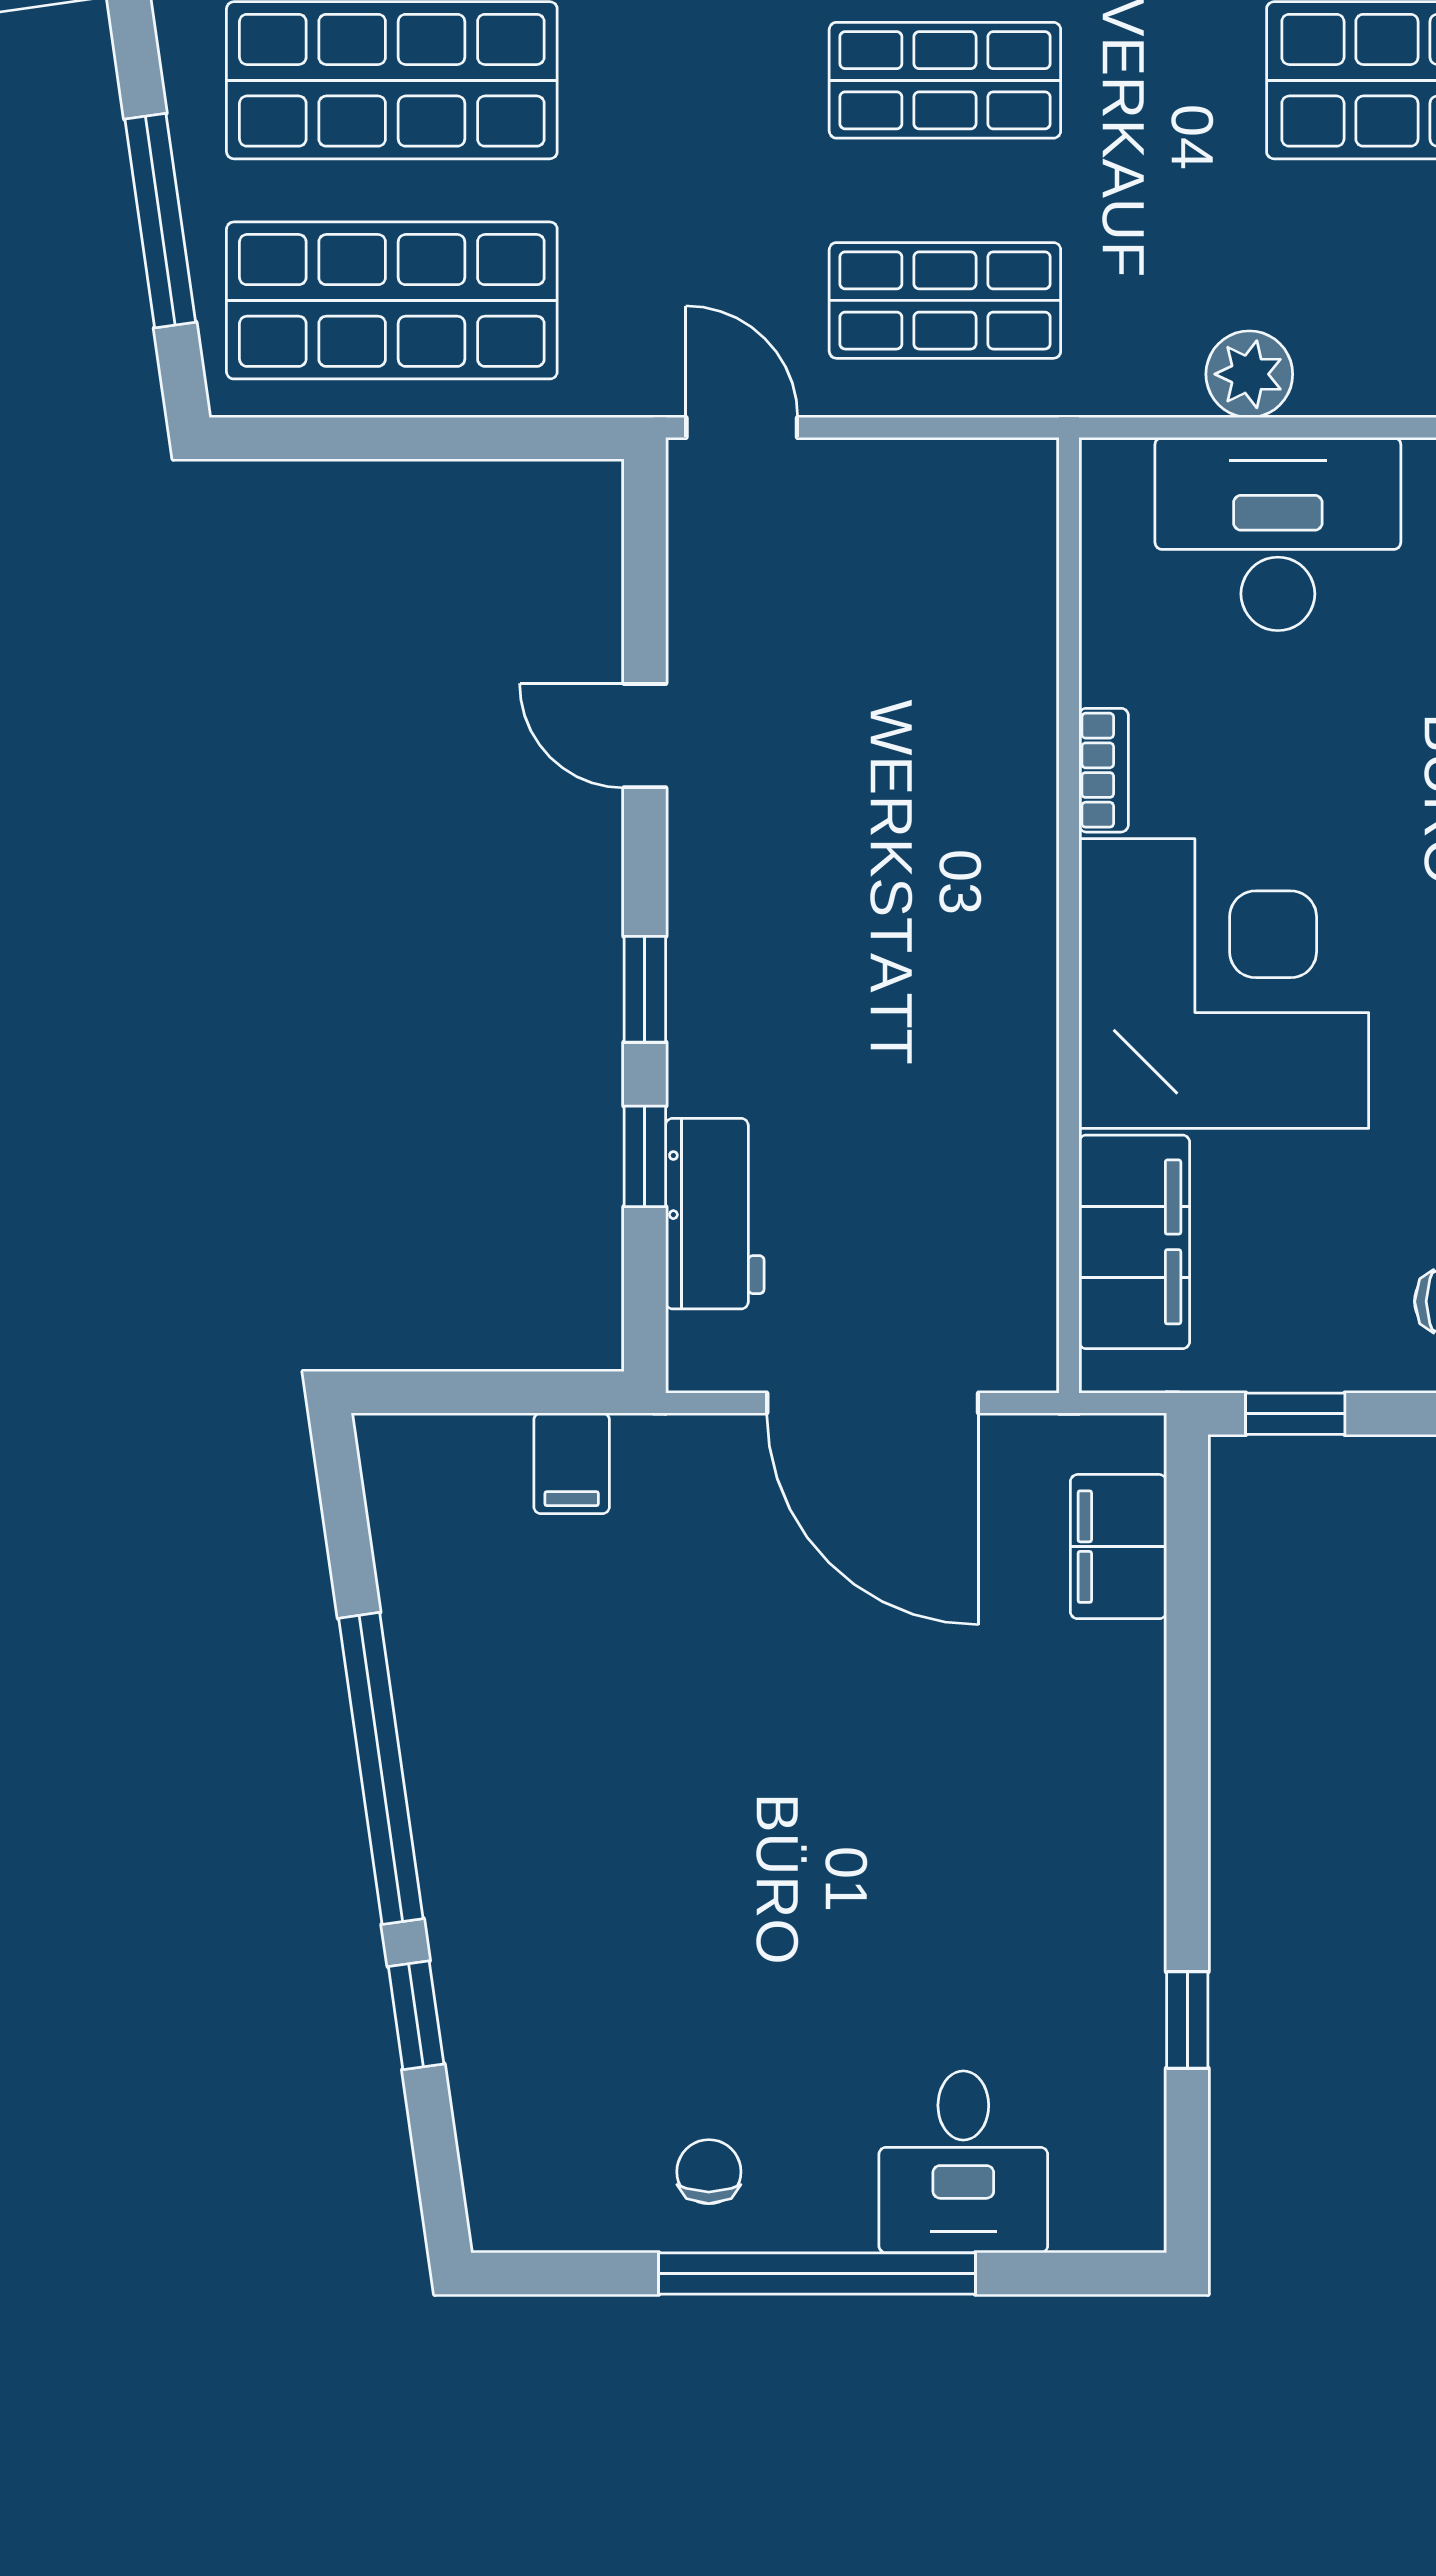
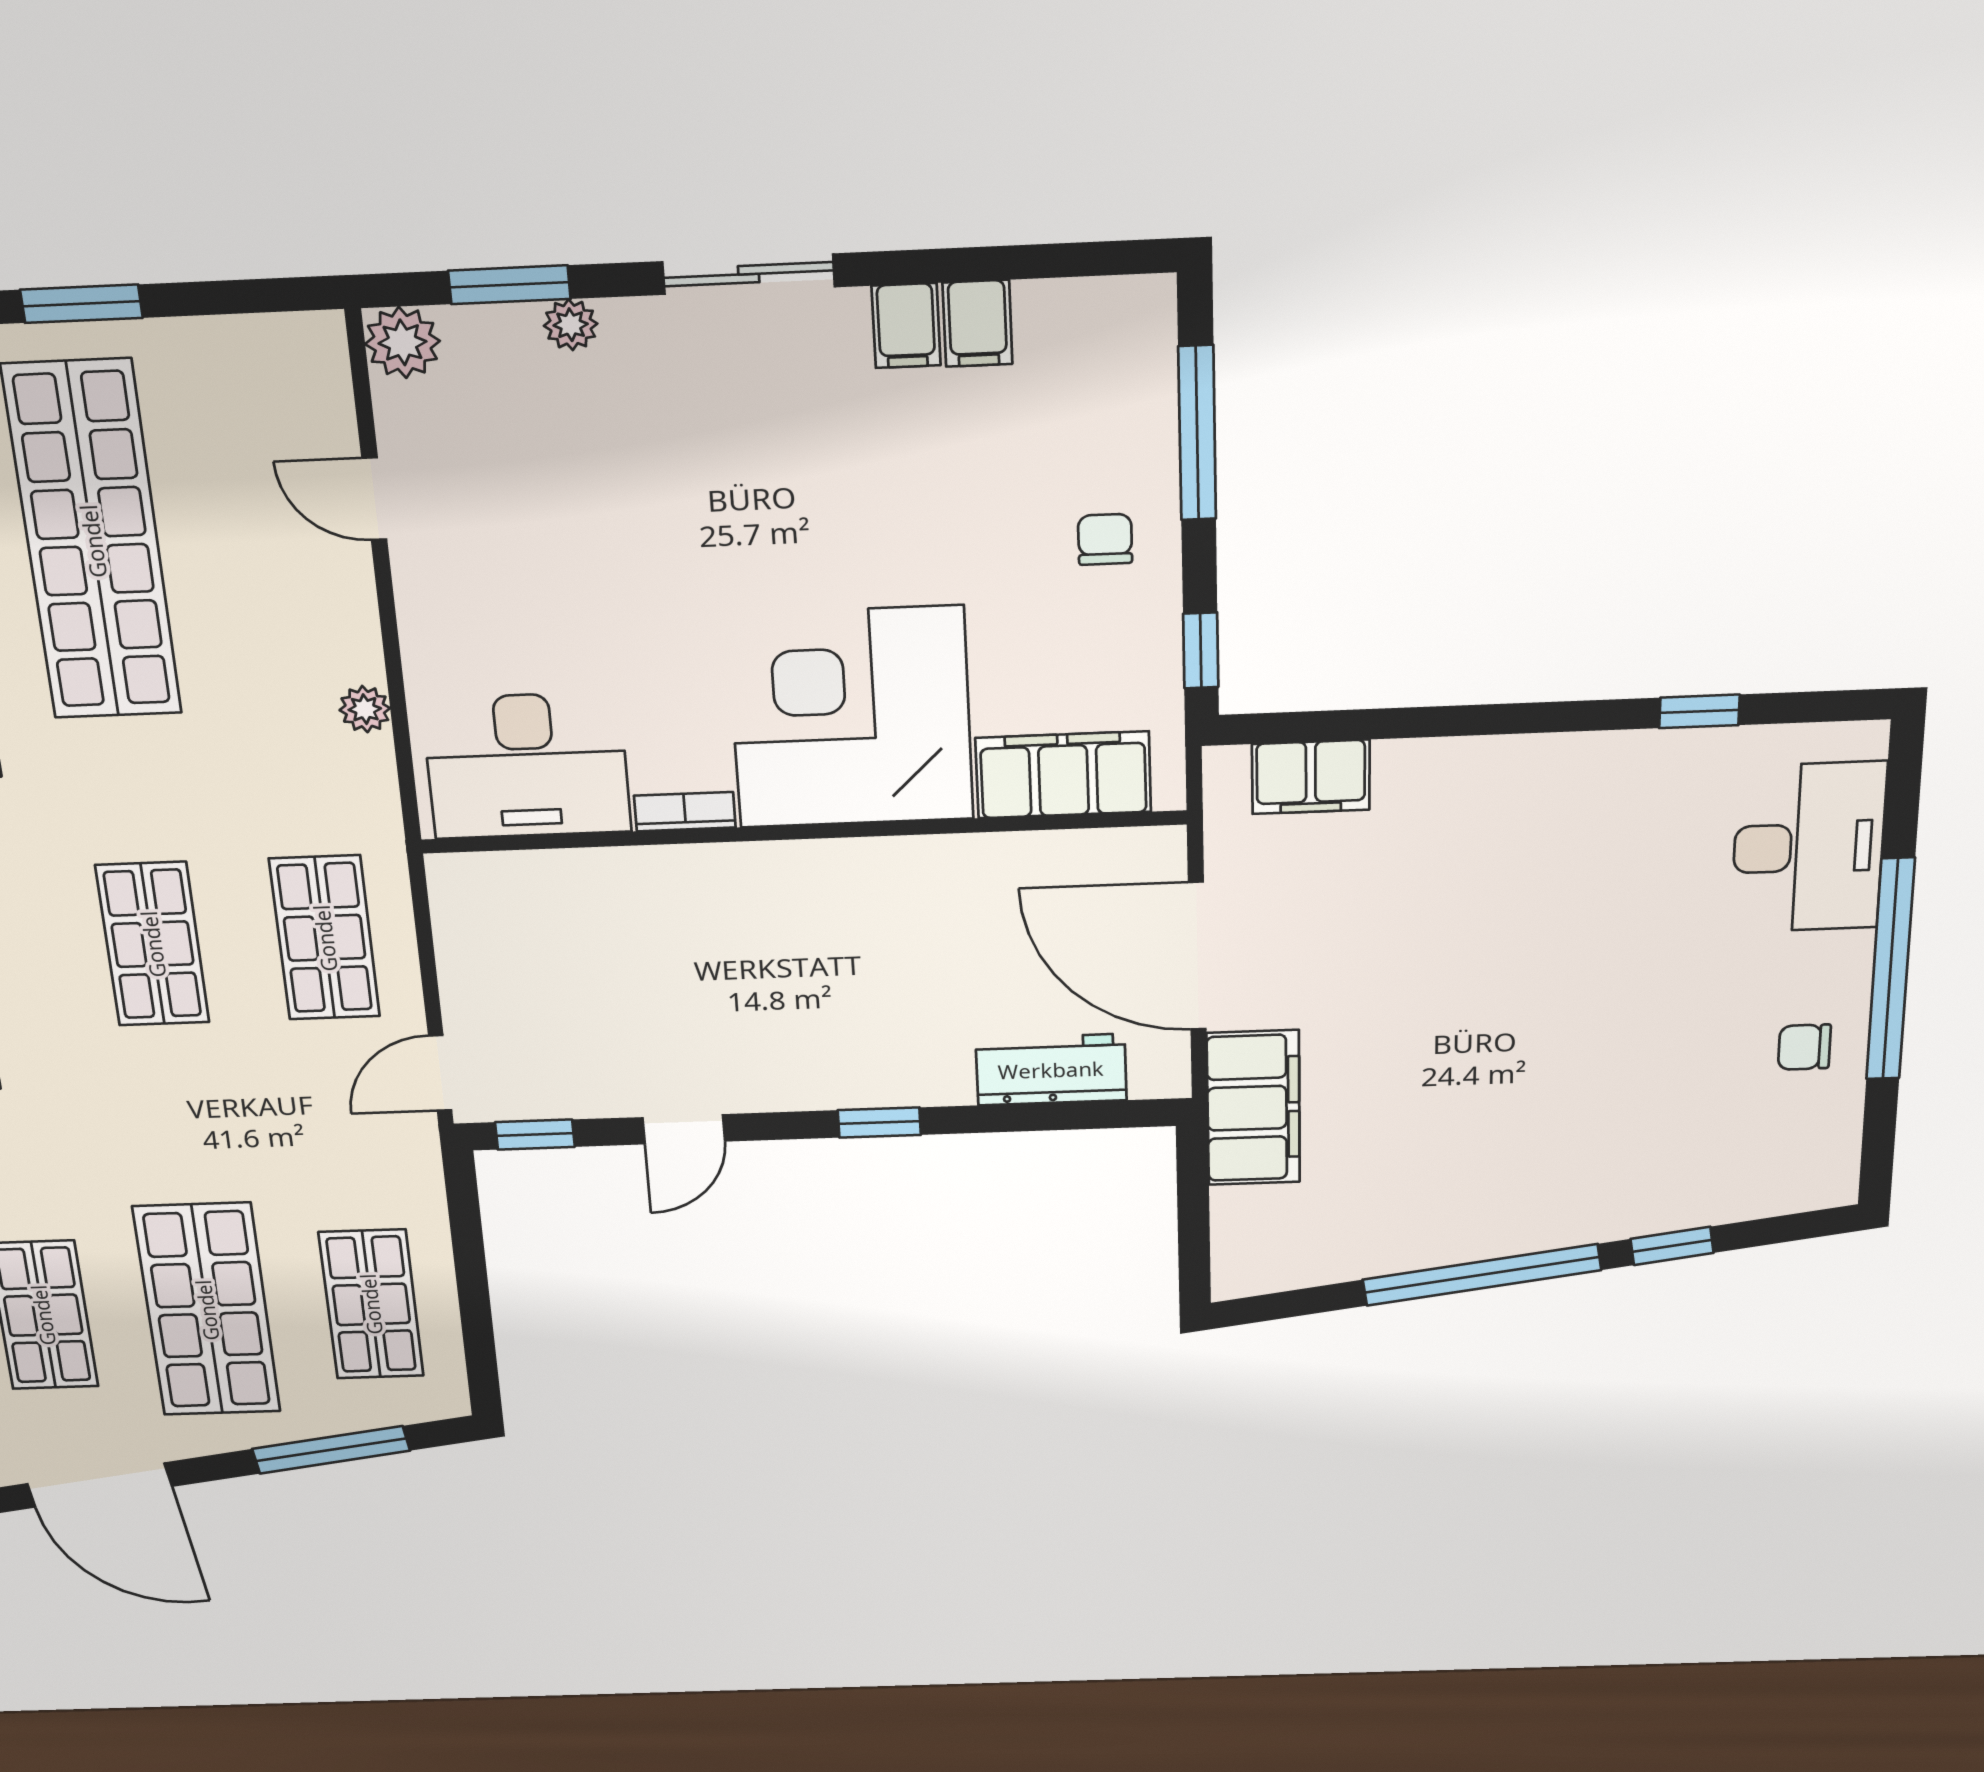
shop shelf: (392, 300) -> (371, 1304), width x0.70, depth x0.74
plant: (1249, 374) -> (365, 709), width x0.73, depth x0.73
desk: (1278, 534) -> (527, 766), moved, turned -90
window: (645, 1156) -> (535, 1135), moved
door: (873, 1403) -> (1197, 956), swing flipped
filing cabinet: (572, 1463) -> (1253, 1108), width x3.00, depth x1.17
desk: (963, 2162) -> (1808, 847), width x1.37

